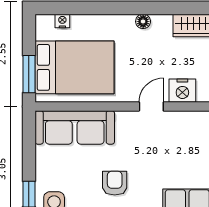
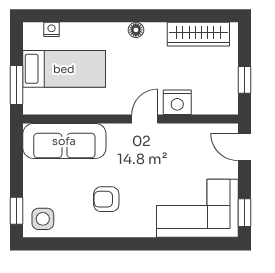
bed: (74, 67) -> (64, 69), width x0.67
armchair: (115, 183) -> (106, 199), turned -90

